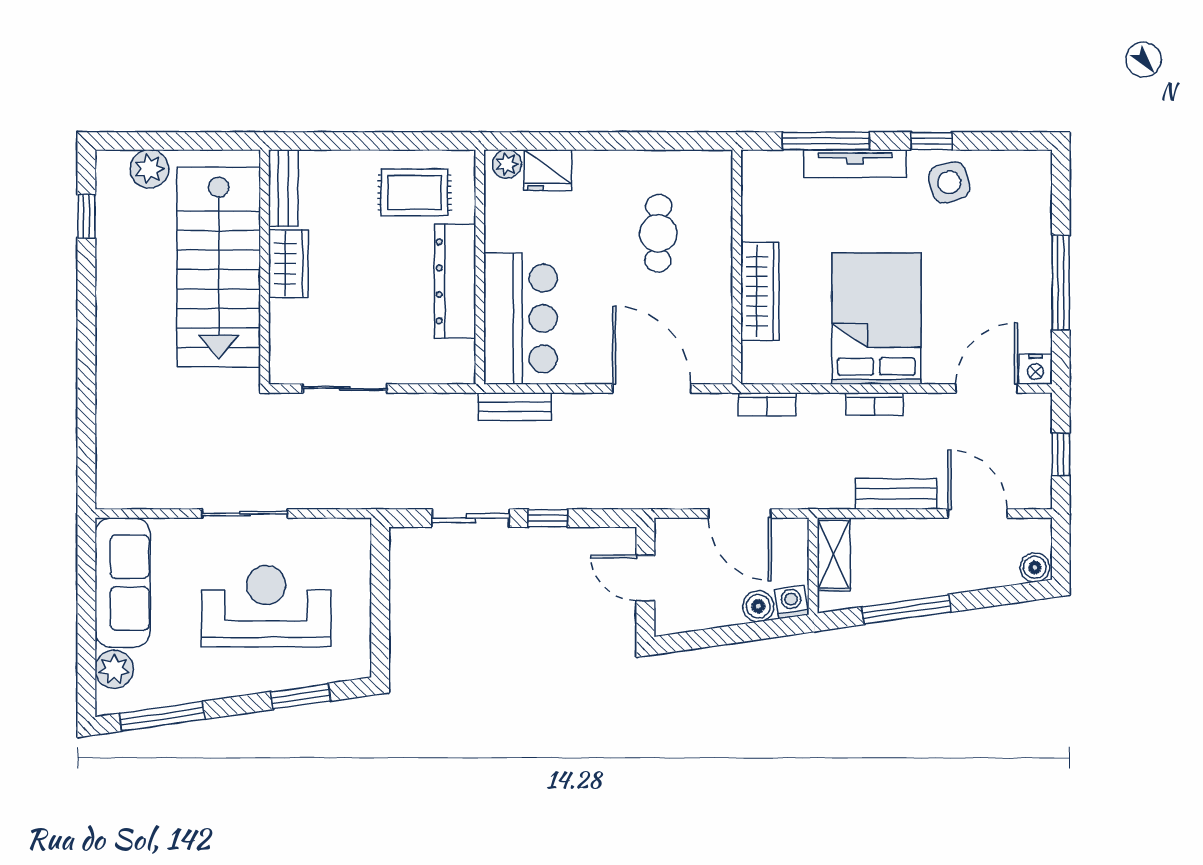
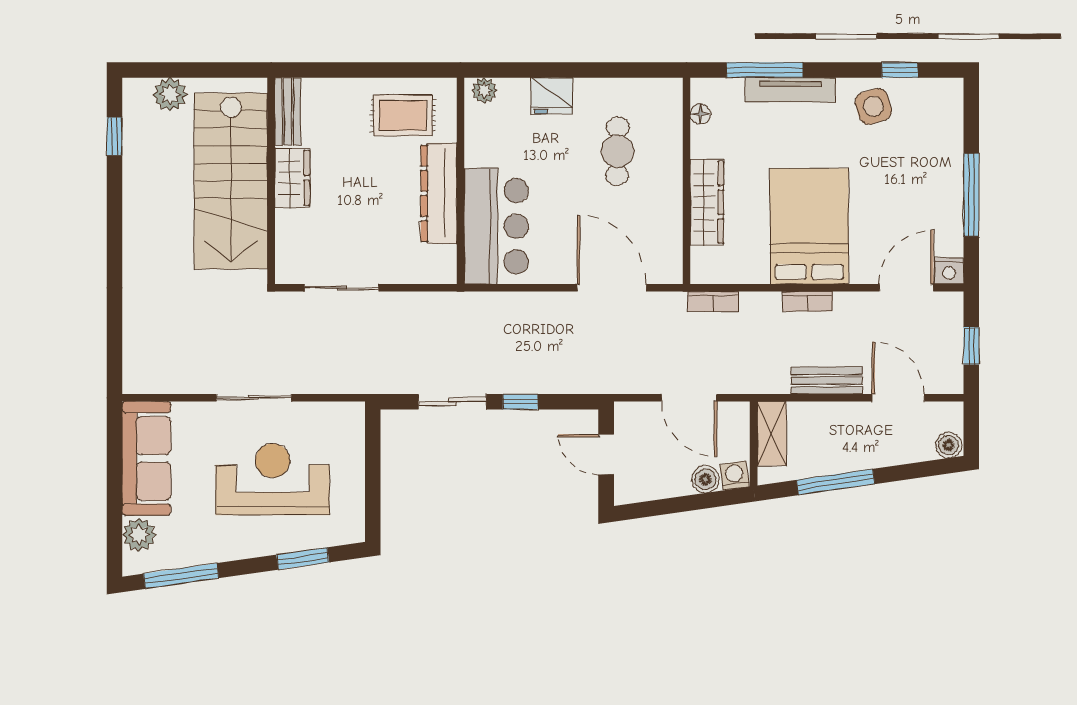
window: (932, 141) -> (900, 70), moved
fridge: (548, 170) -> (552, 96), moved
floor lamp: (753, 191) -> (700, 114), added
bench: (515, 407) -> (491, 304), removed

